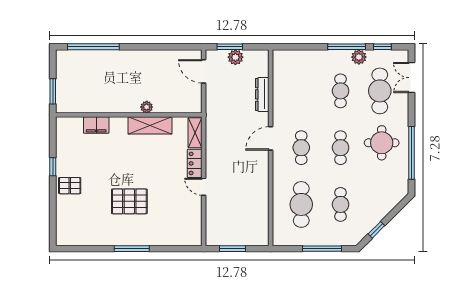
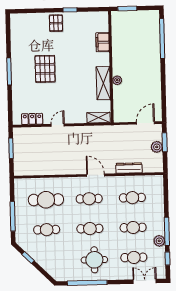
cafe table: (301, 91) -> (132, 198), added
cafe table: (380, 91) -> (134, 257), width x0.73, depth x0.74
locker: (195, 163) -> (32, 119), moved

